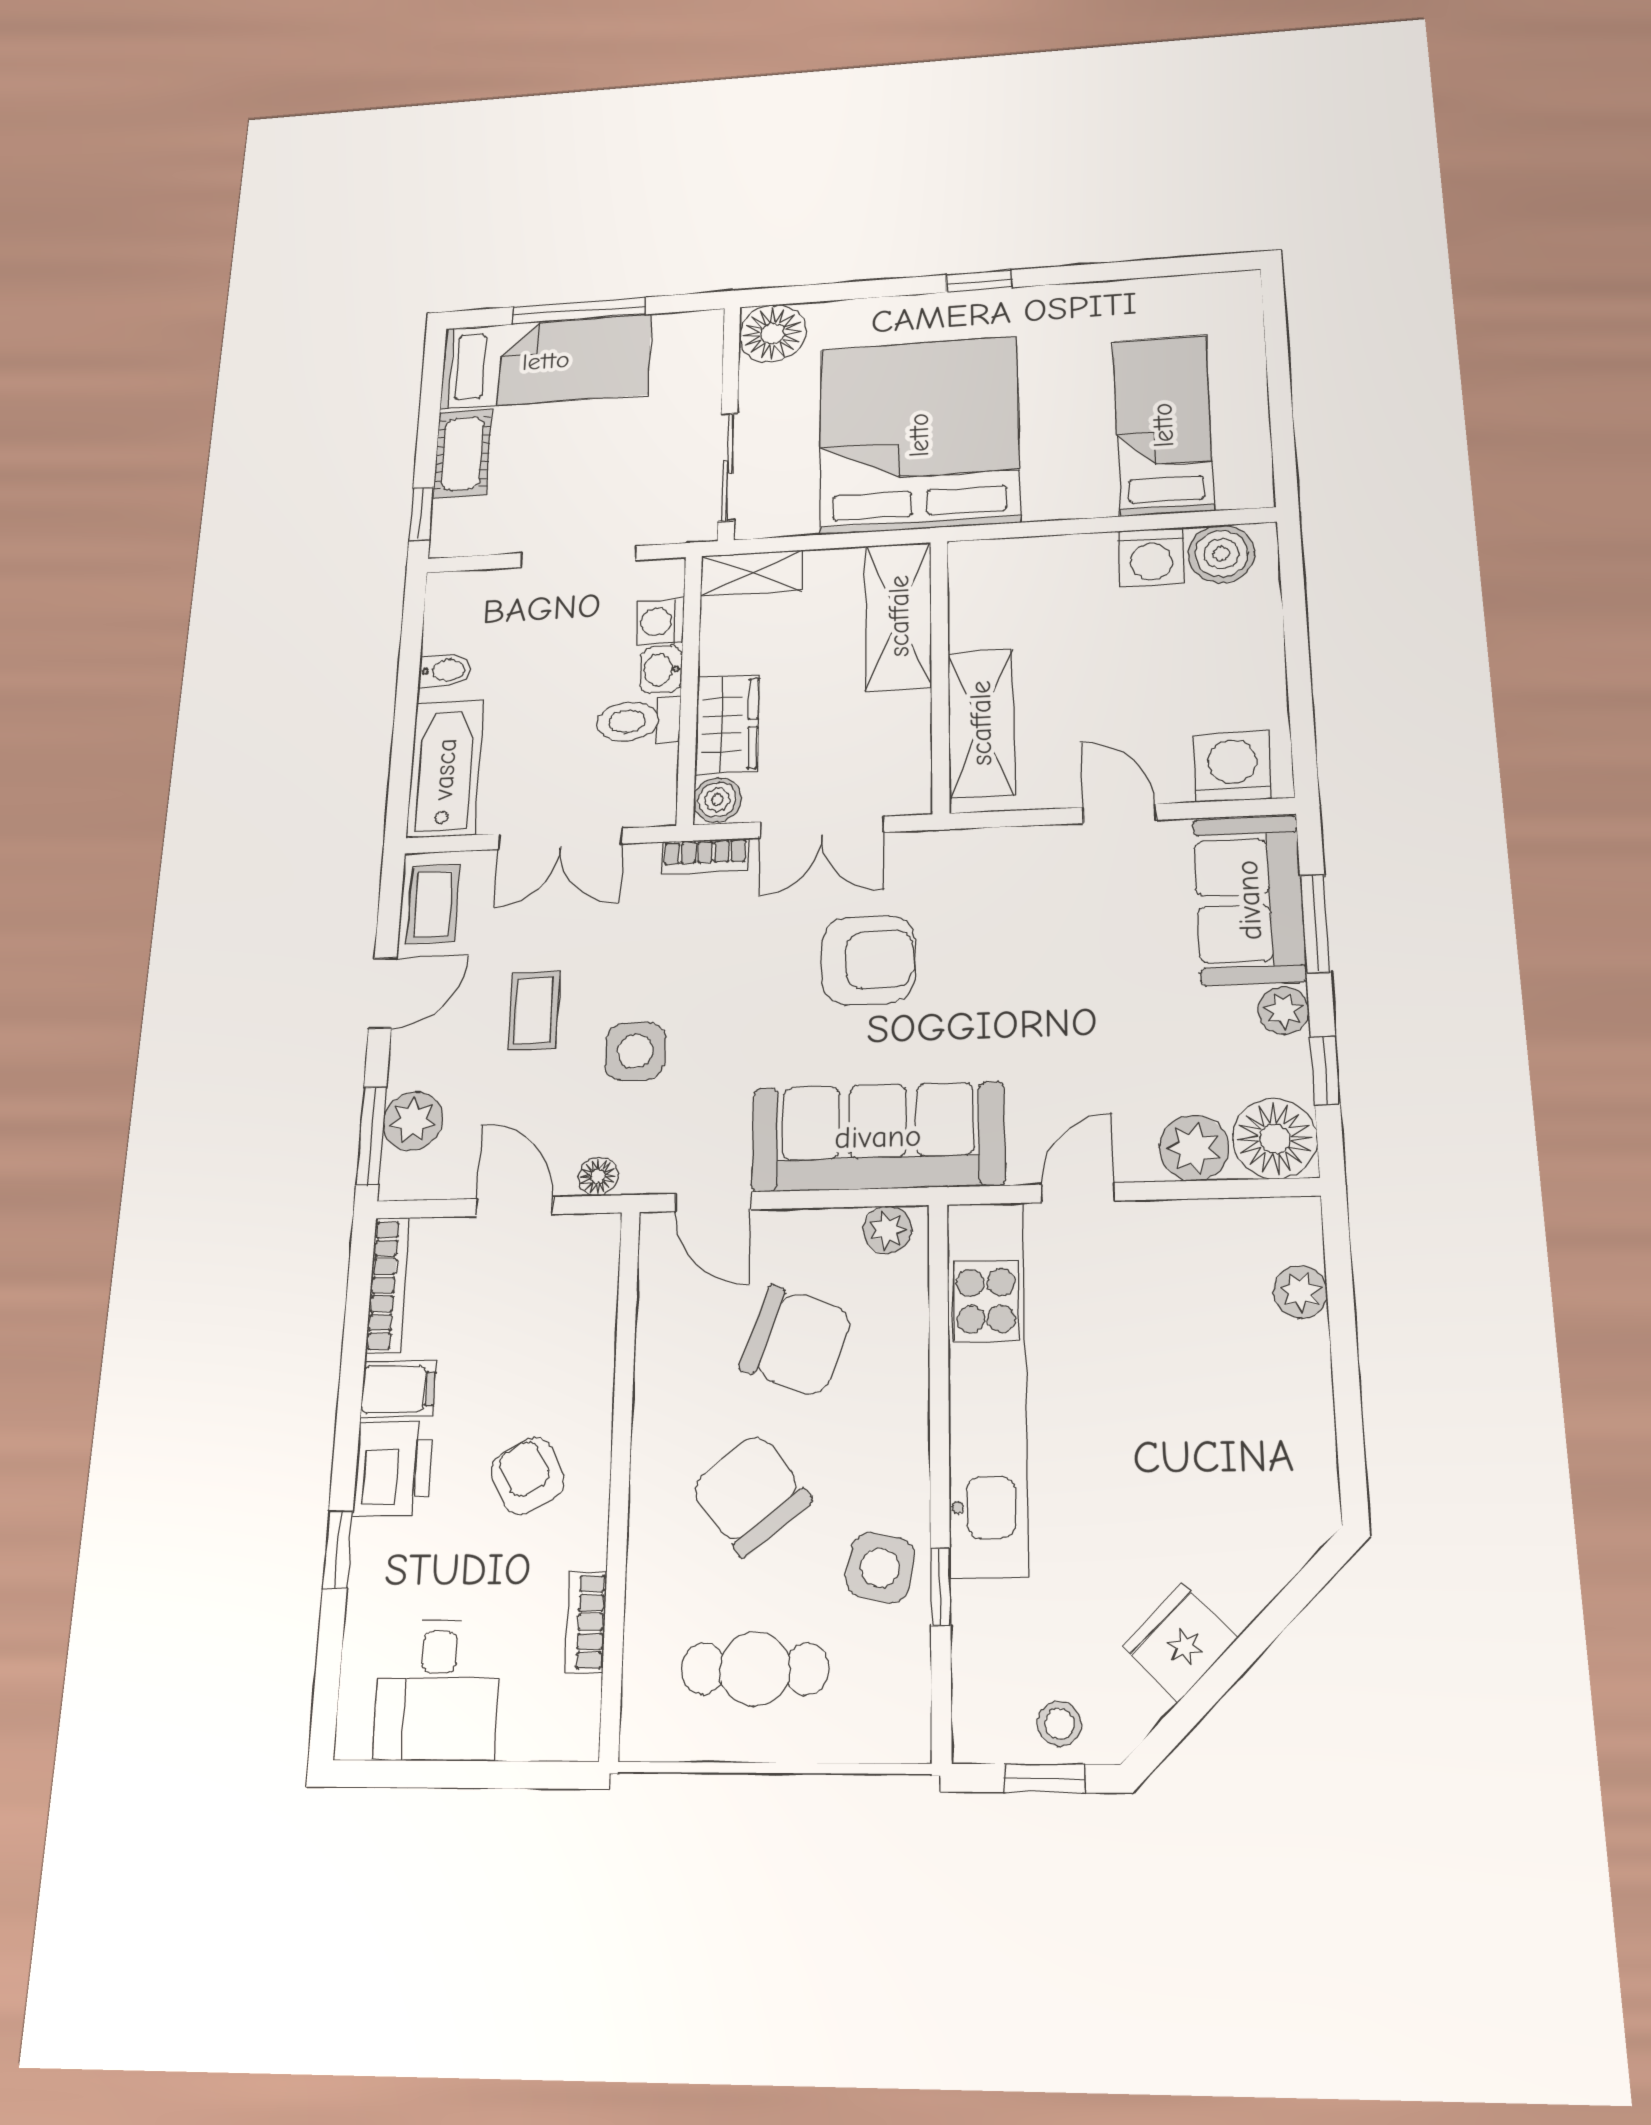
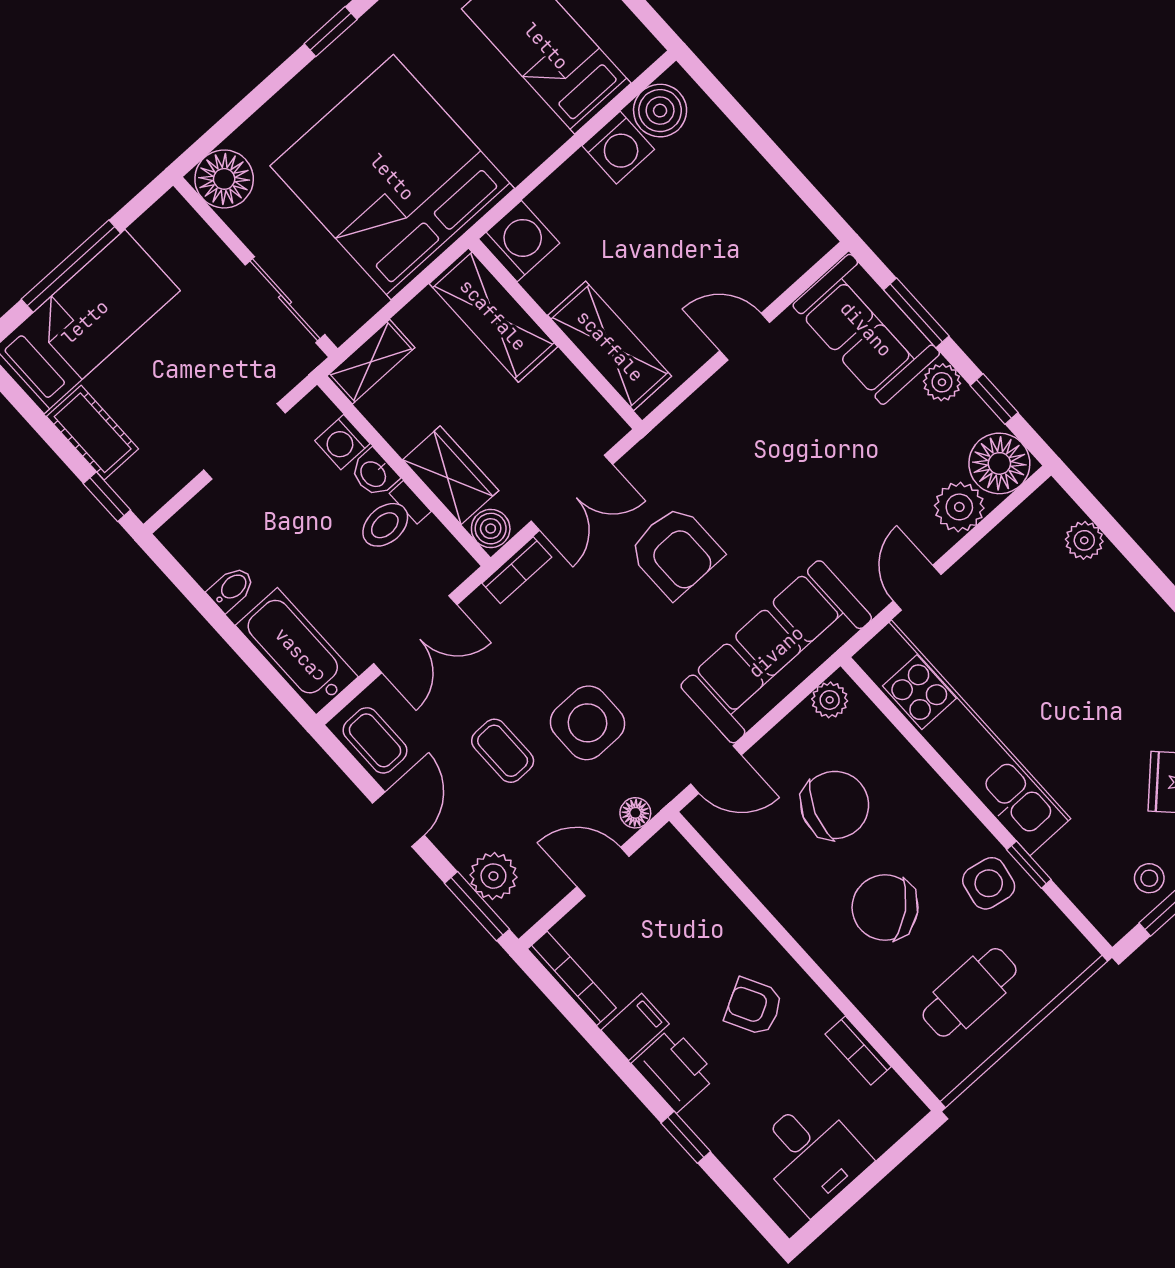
washing machine: (1232, 767) -> (519, 241), moved, turned 90
armchair: (868, 960) -> (676, 552), turned 90
side table: (635, 1051) -> (587, 723), width x1.37, depth x1.37

